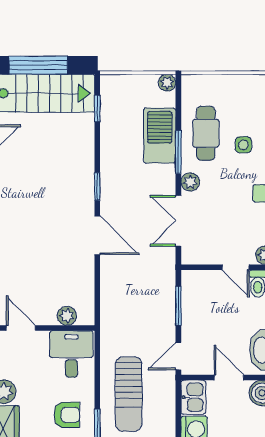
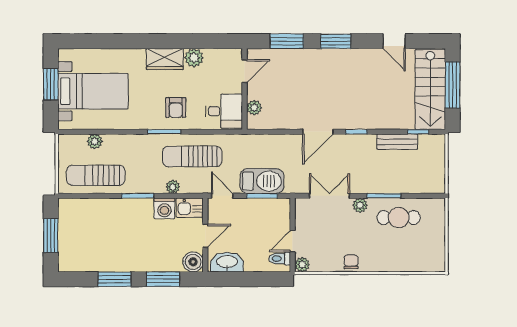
plant: (167, 83) -> (173, 187), moved
bench: (110, 135) -> (397, 142), added
barbecue: (160, 136) -> (262, 181), moved
side table: (243, 145) -> (389, 247), removed

